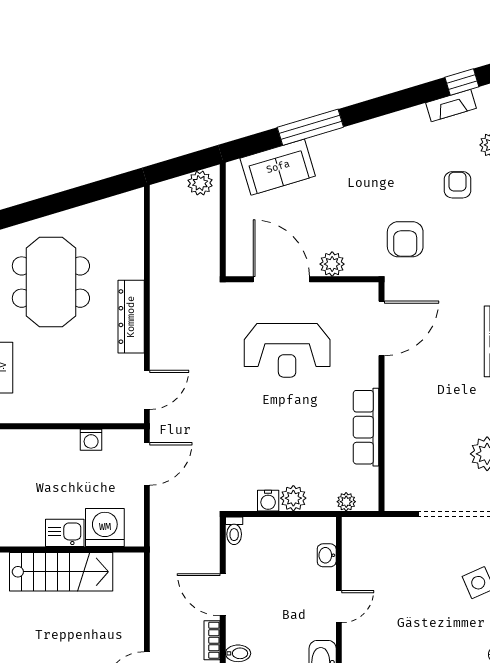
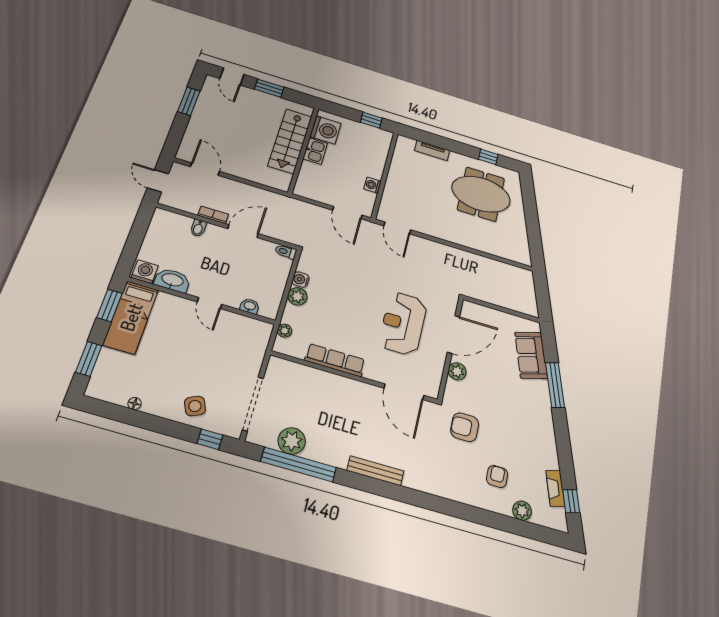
plant: (200, 183) -> (529, 302), removed
armchair: (458, 185) -> (497, 476), turned -90
dresser: (131, 317) -> (448, 233), removed
washing machine: (105, 527) -> (325, 130), moved

